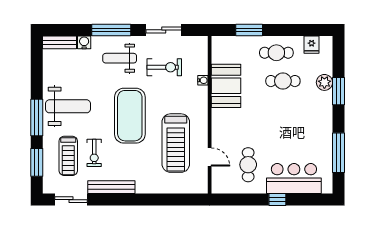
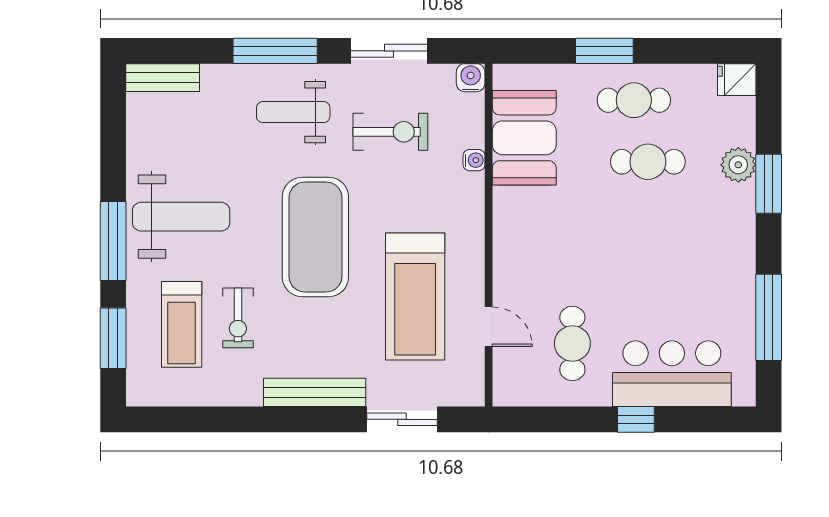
window: (249, 30) -> (604, 51), moved
water cooler: (84, 42) -> (471, 78), moved
fridge: (312, 45) -> (737, 80), moved, turned 90
booth: (226, 86) -> (524, 138), moved
bench: (111, 187) -> (315, 392), moved
sliding door: (71, 200) -> (402, 419), moved

